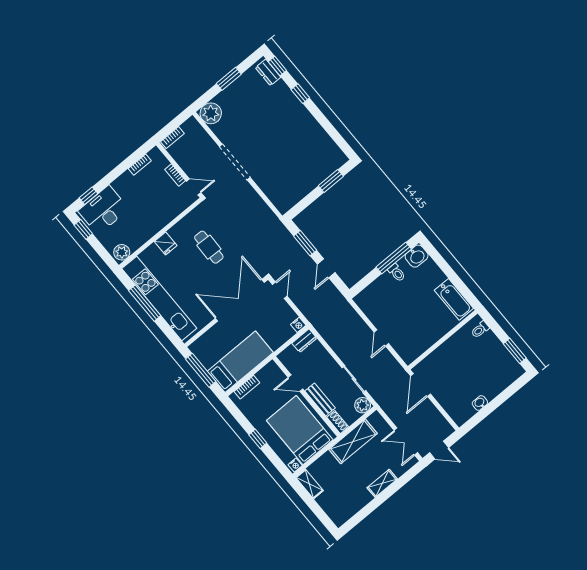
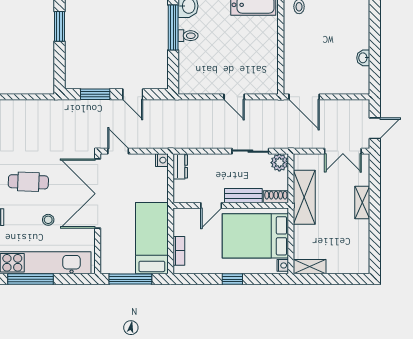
stool: (194, 282) -> (48, 220), added

